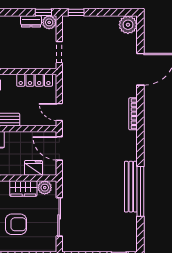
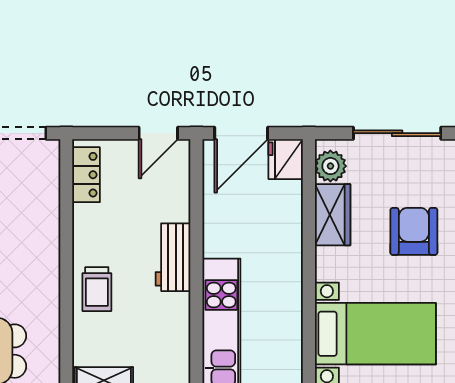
locker: (35, 80) -> (86, 175), width x0.66
fridge: (33, 168) -> (286, 159), moved

